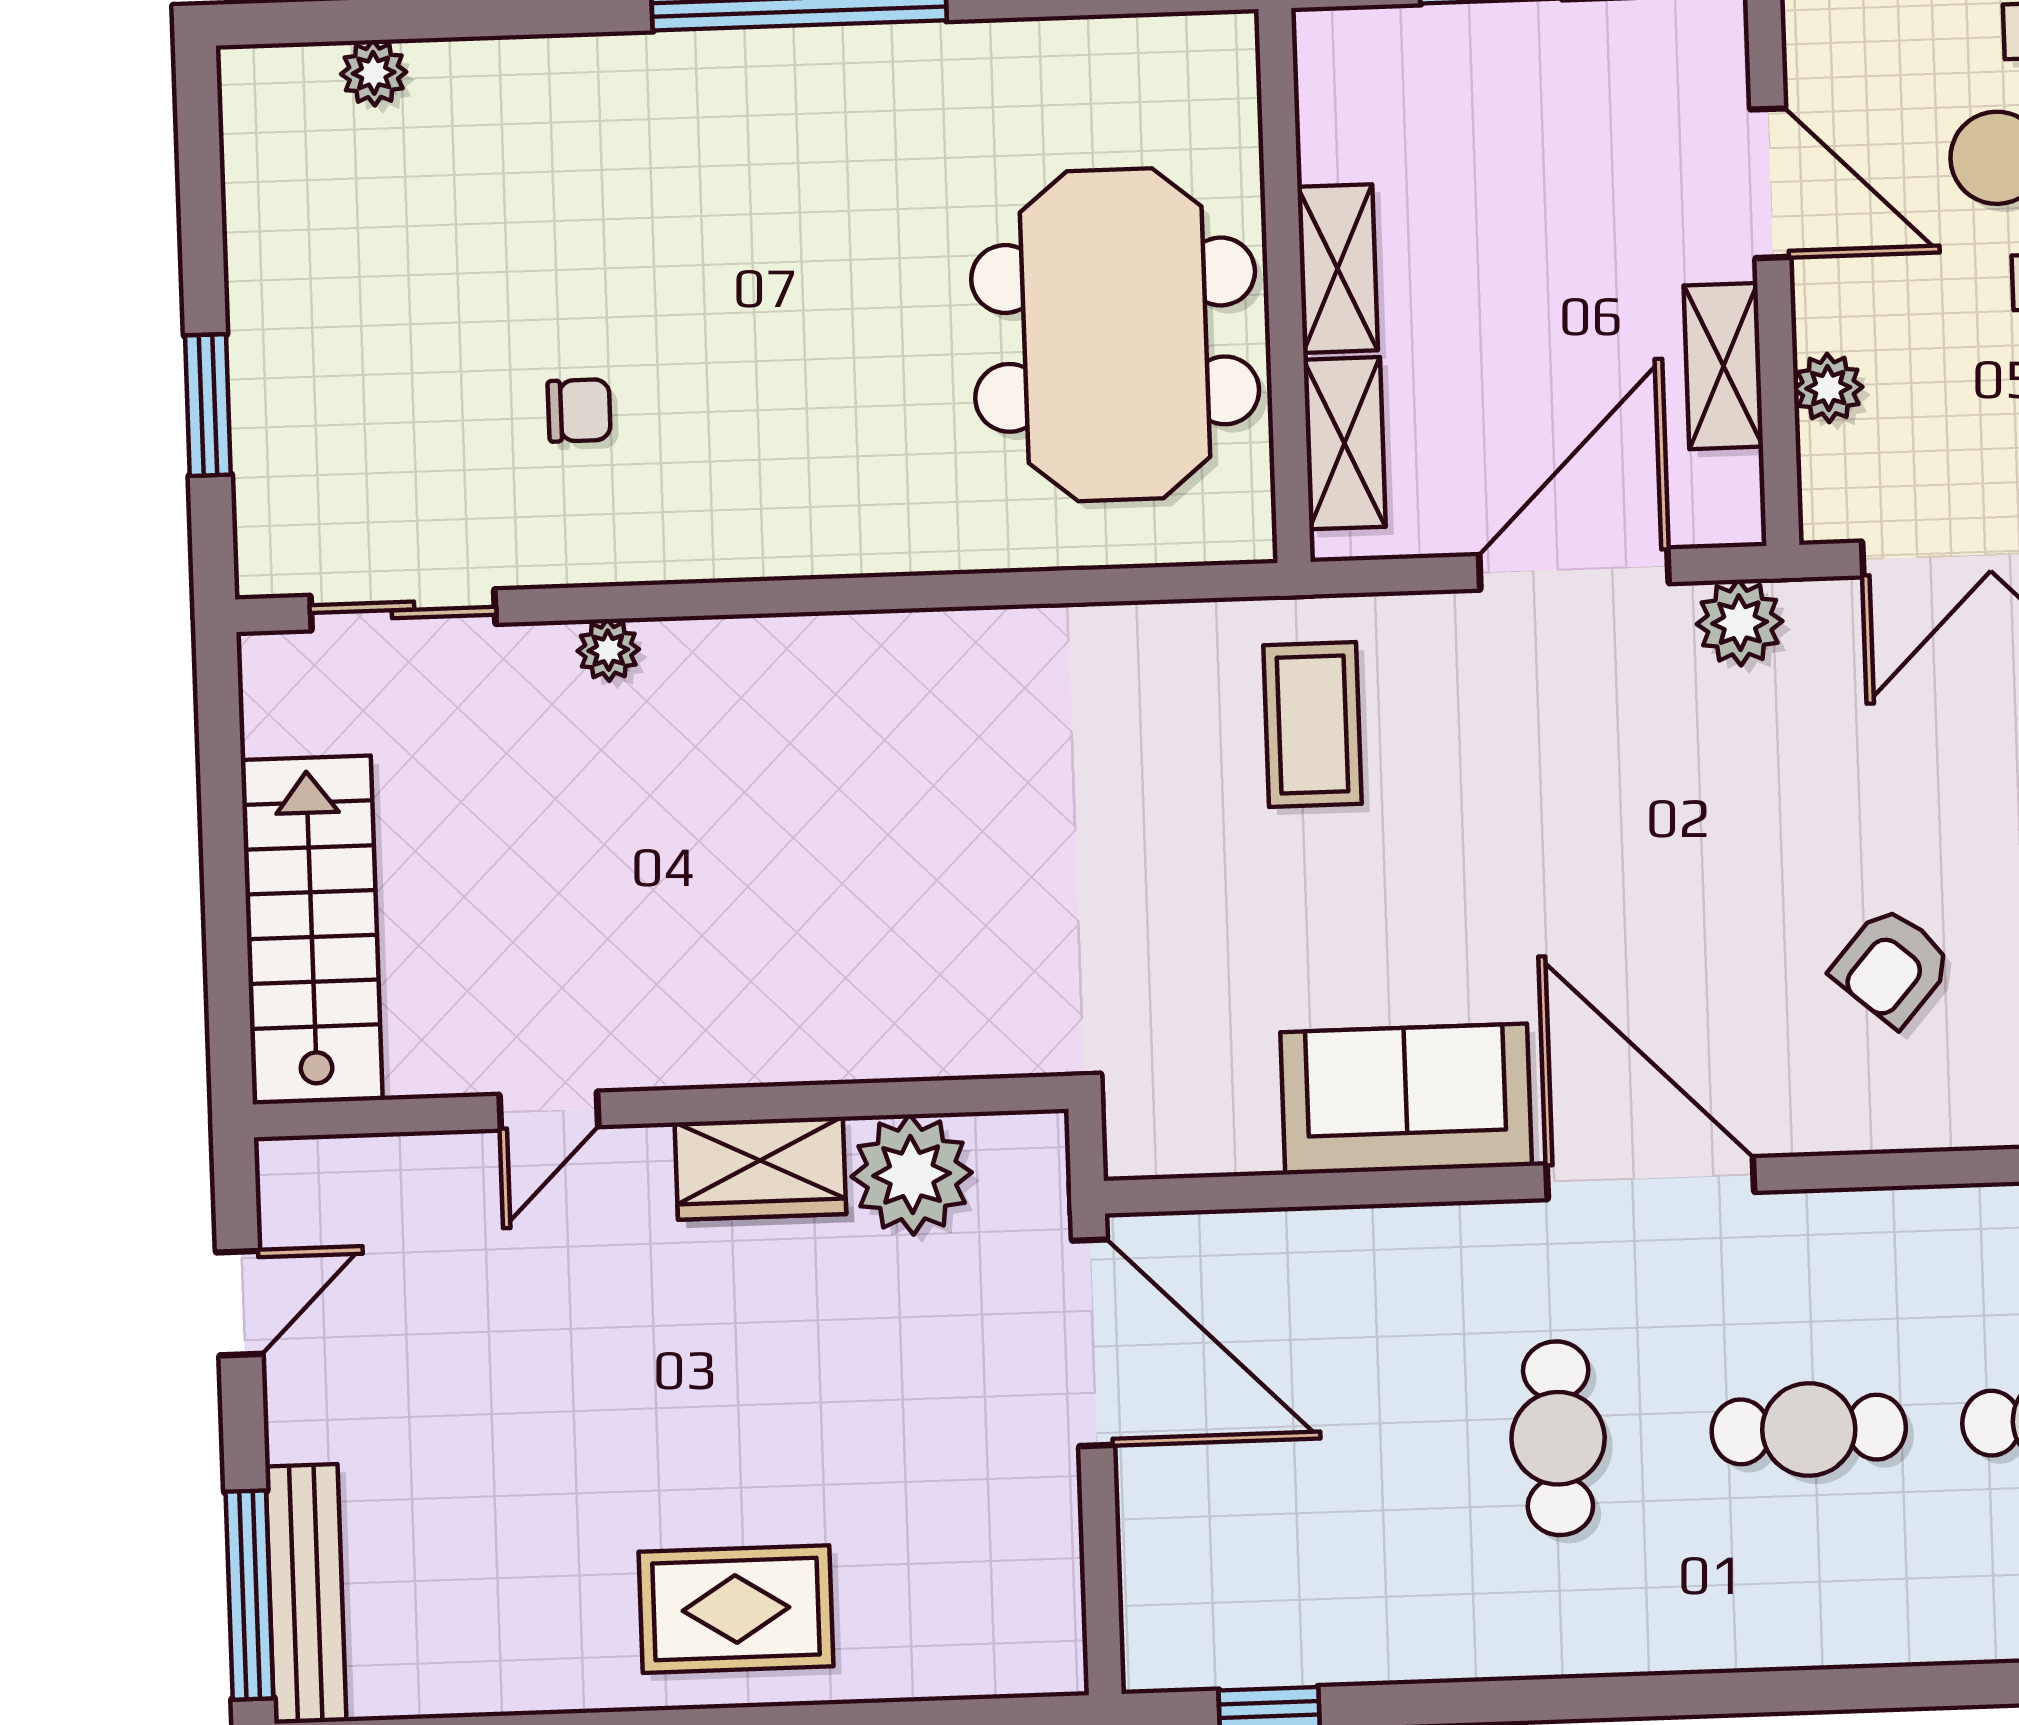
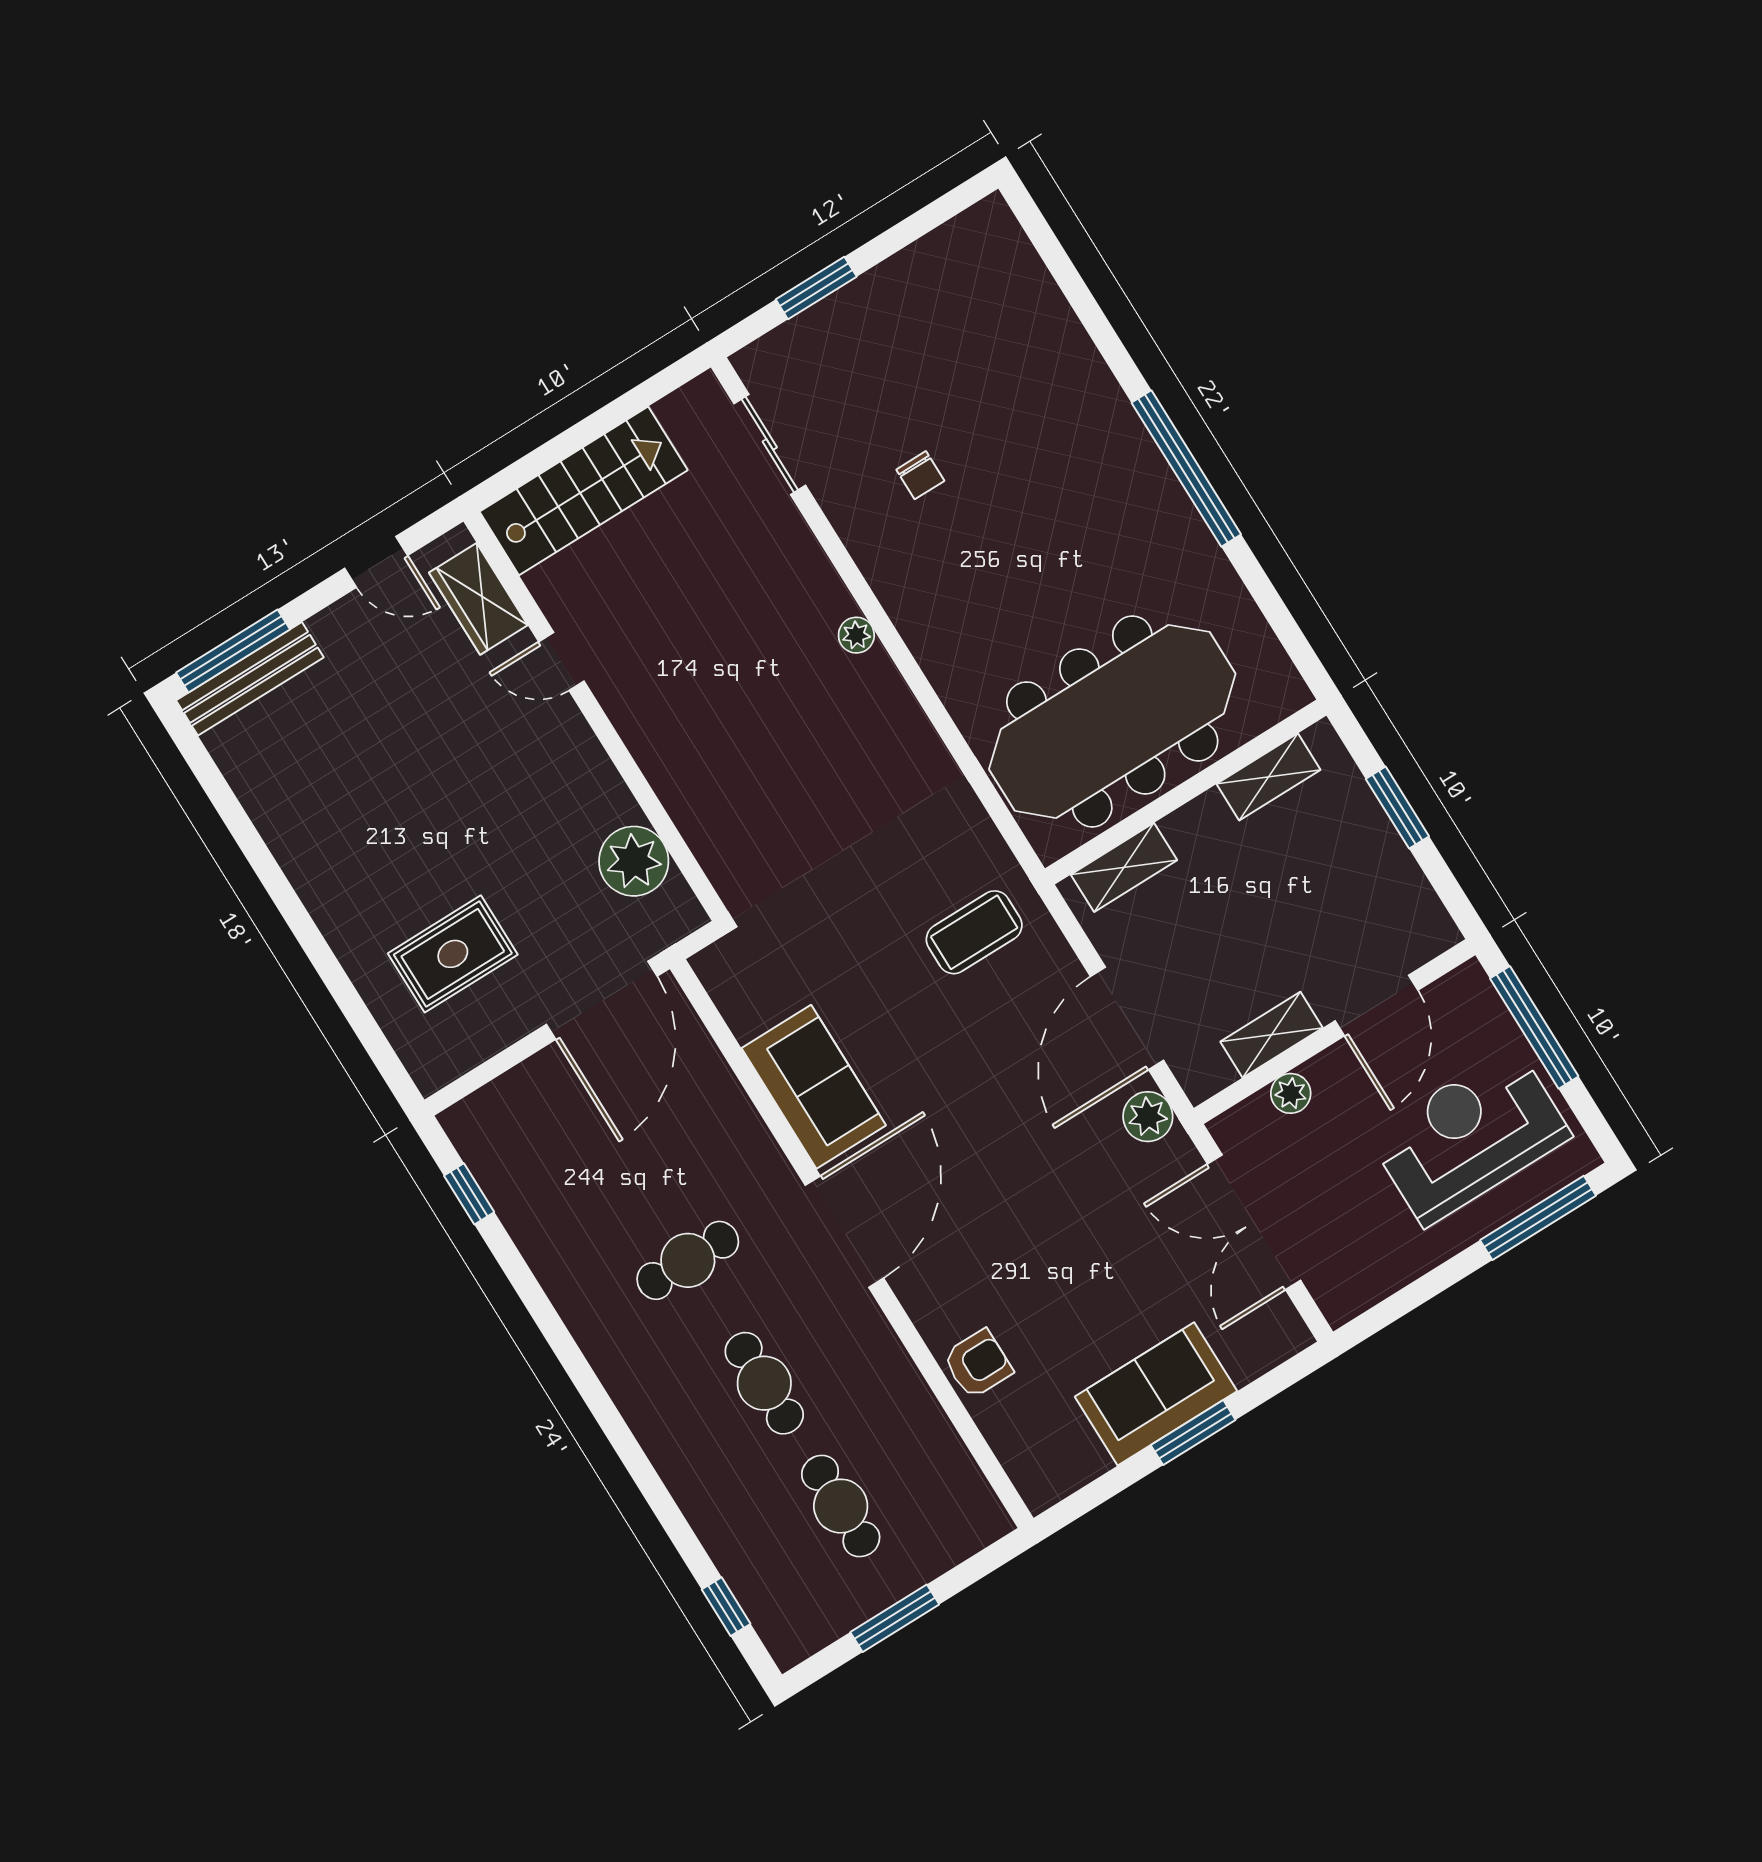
plant: (374, 73) -> (1030, 275), removed
shelving: (1338, 269) -> (1268, 777), moved
meeting table: (1115, 335) -> (1112, 721), width x1.36
door: (1574, 569) -> (1127, 1018), swing flipped
plant: (608, 650) -> (856, 635), moved
armchair: (1892, 966) -> (978, 1364), moved, turned 139
wardrobe: (760, 1168) -> (478, 599), moved
rug: (736, 1609) -> (453, 954), moved, turned 90

